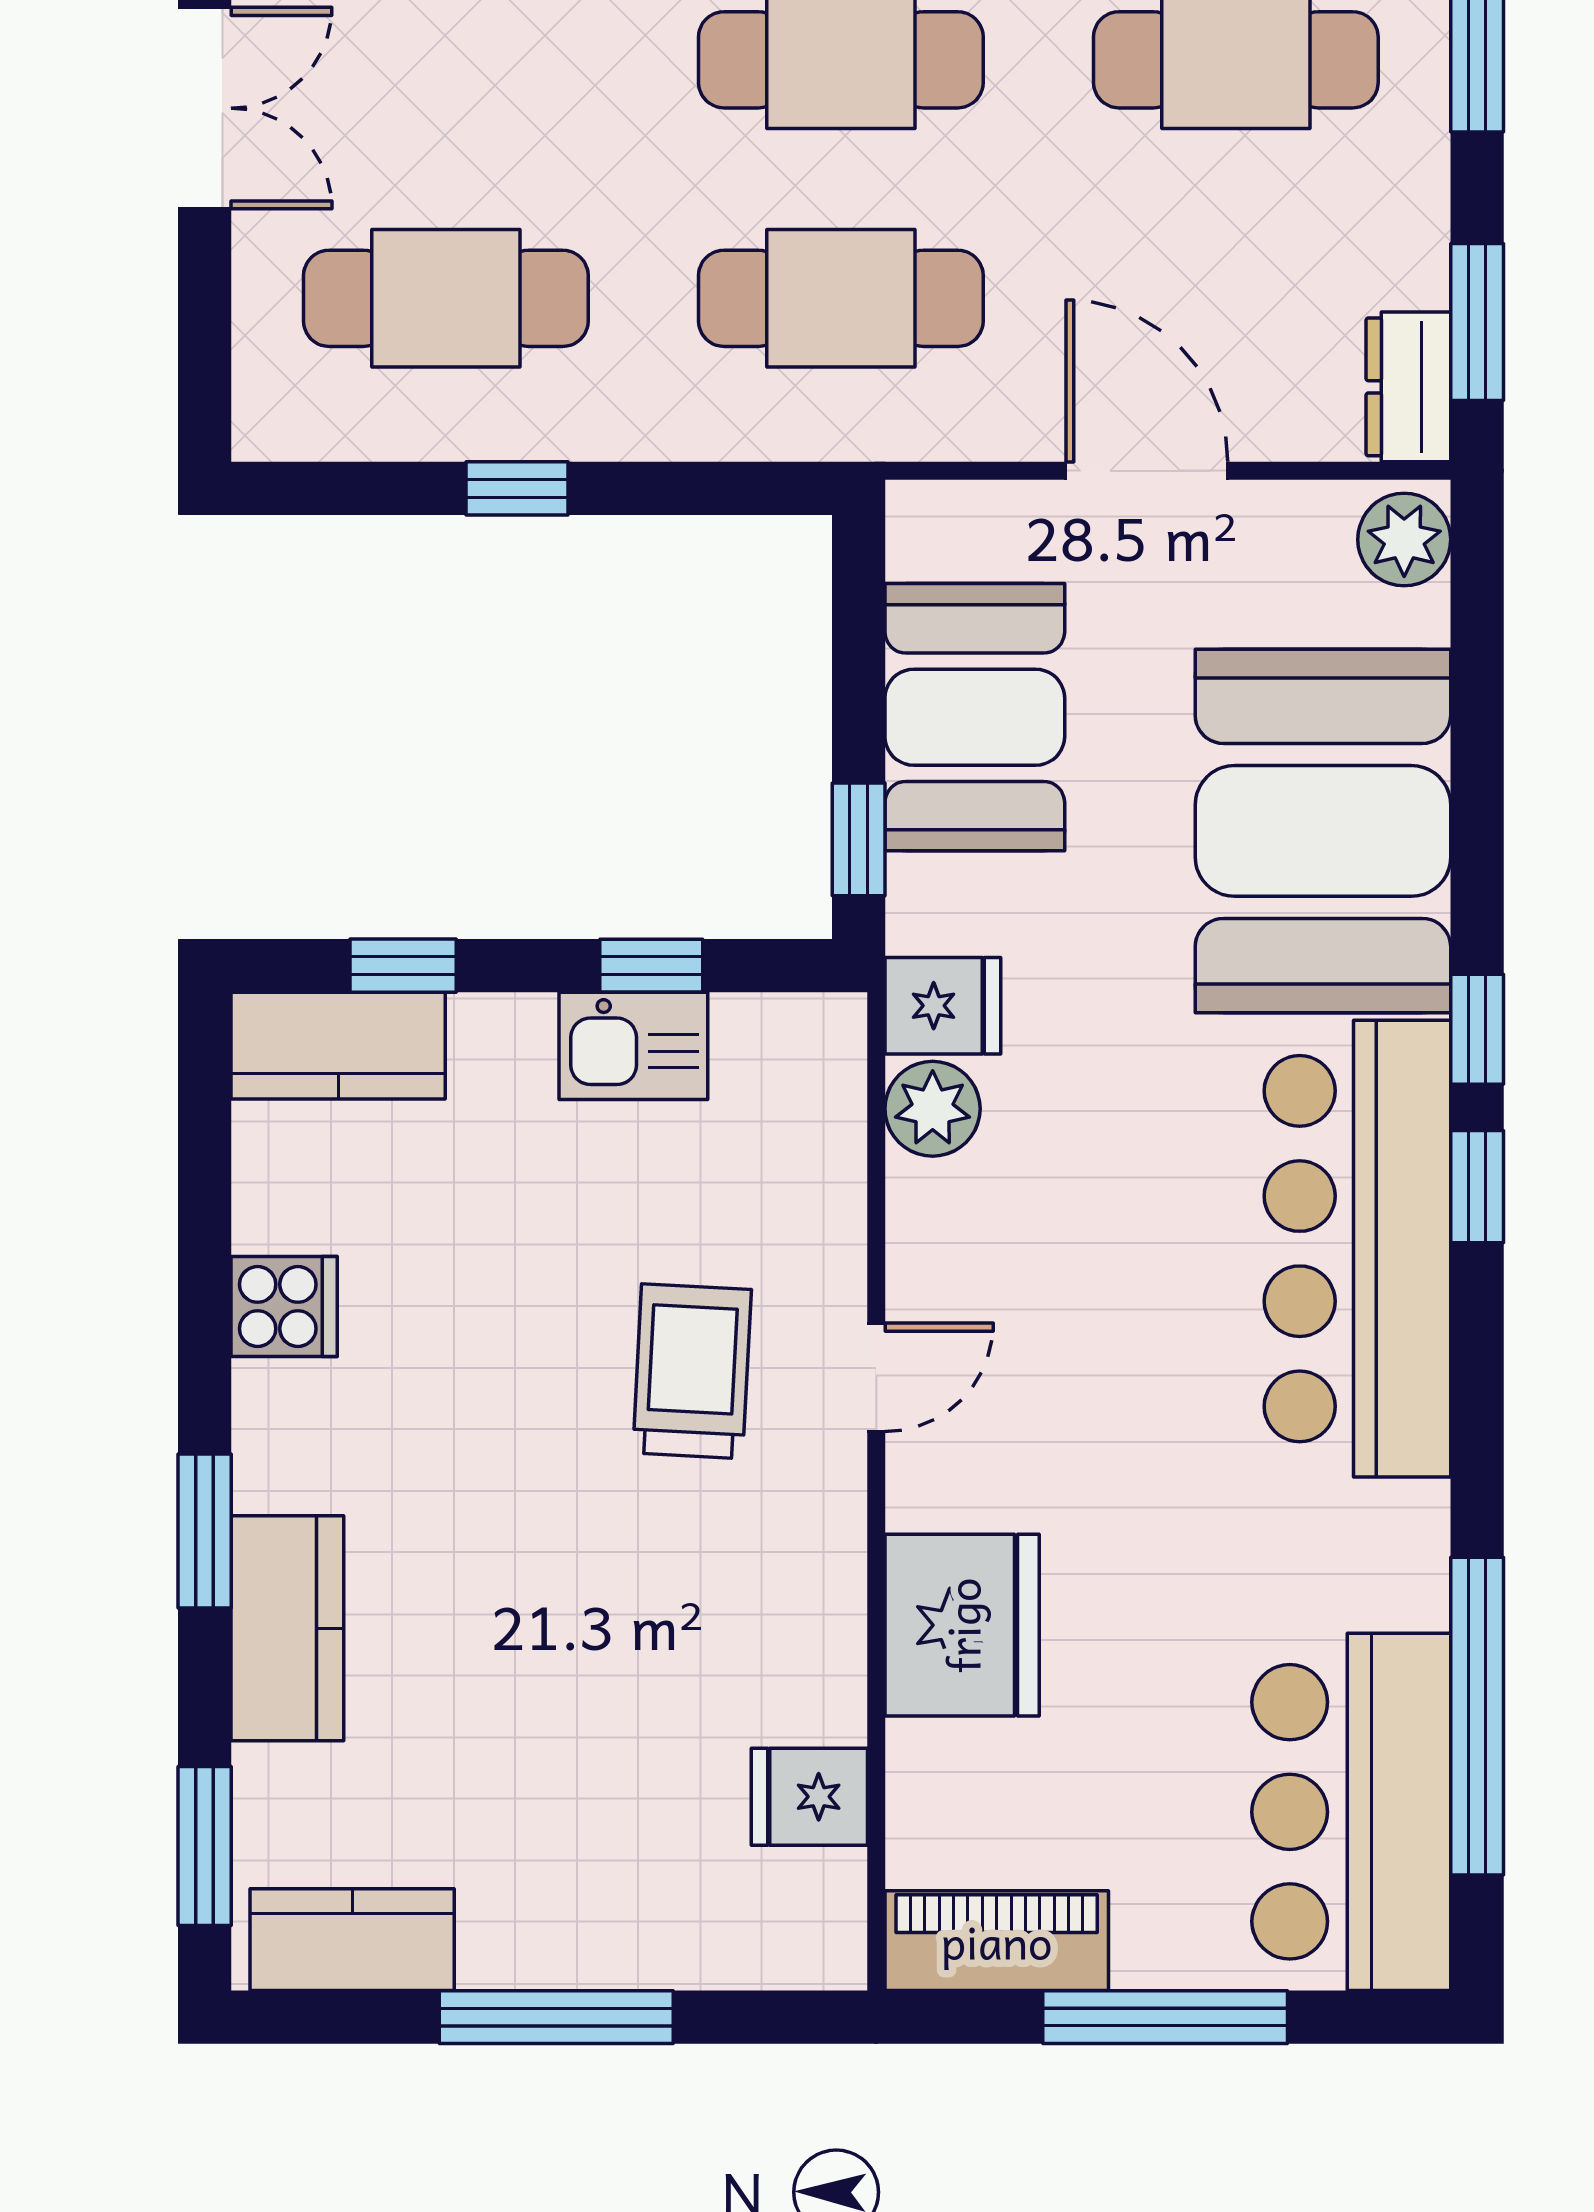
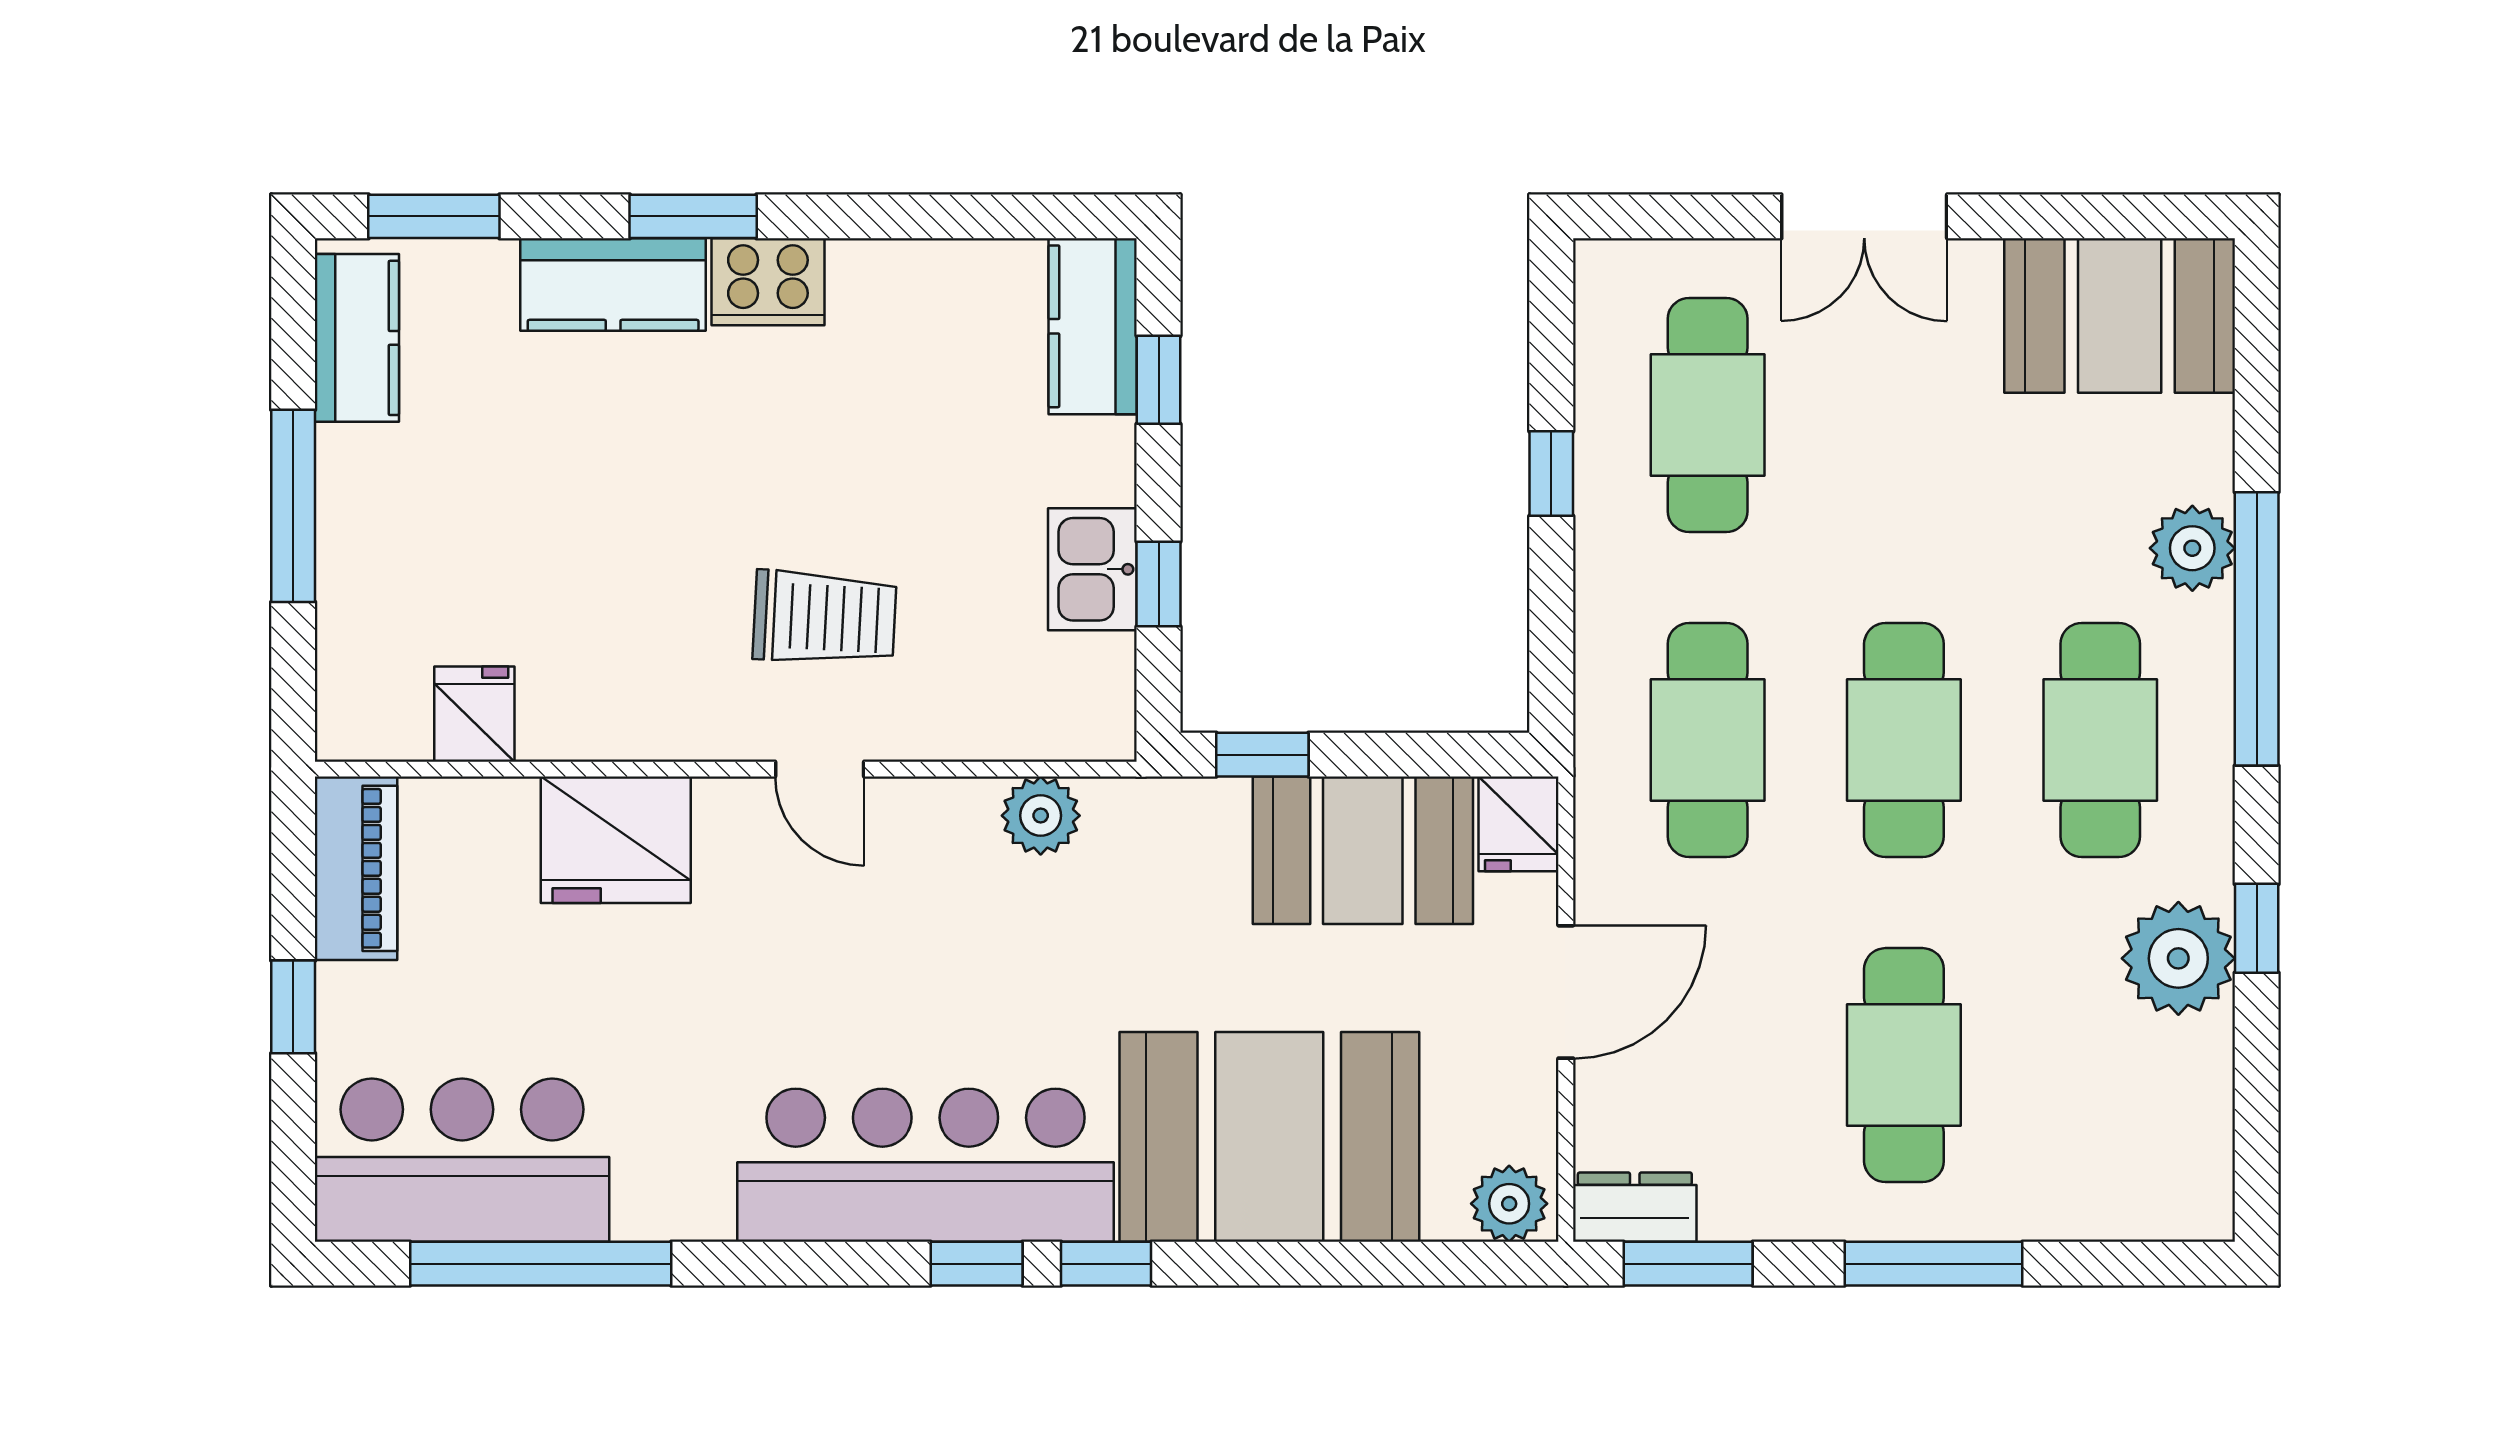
fridge: (943, 1006) -> (1519, 824), moved
cooker: (284, 1307) -> (768, 282), moved, width x1.36
window: (1165, 2017) -> (293, 1007), width x0.46

